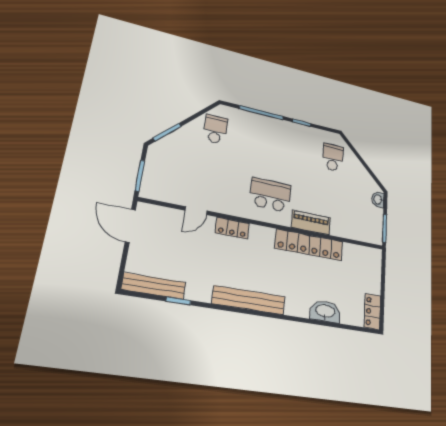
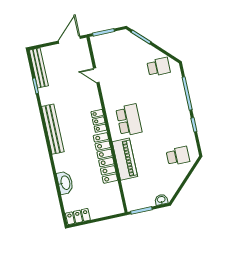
piano: (311, 223) -> (125, 159), width x1.37, depth x1.33
locker: (232, 228) -> (99, 121), moved

